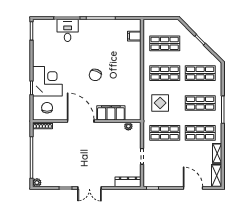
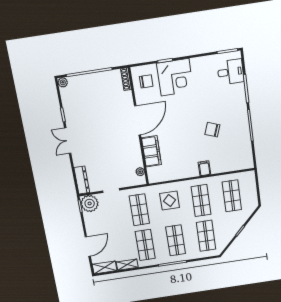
desk: (68, 30) -> (231, 72), moved
filing cabinet: (134, 36) -> (204, 168), moved
chair: (95, 75) -> (212, 130), moved
plant: (151, 179) -> (90, 203), added

